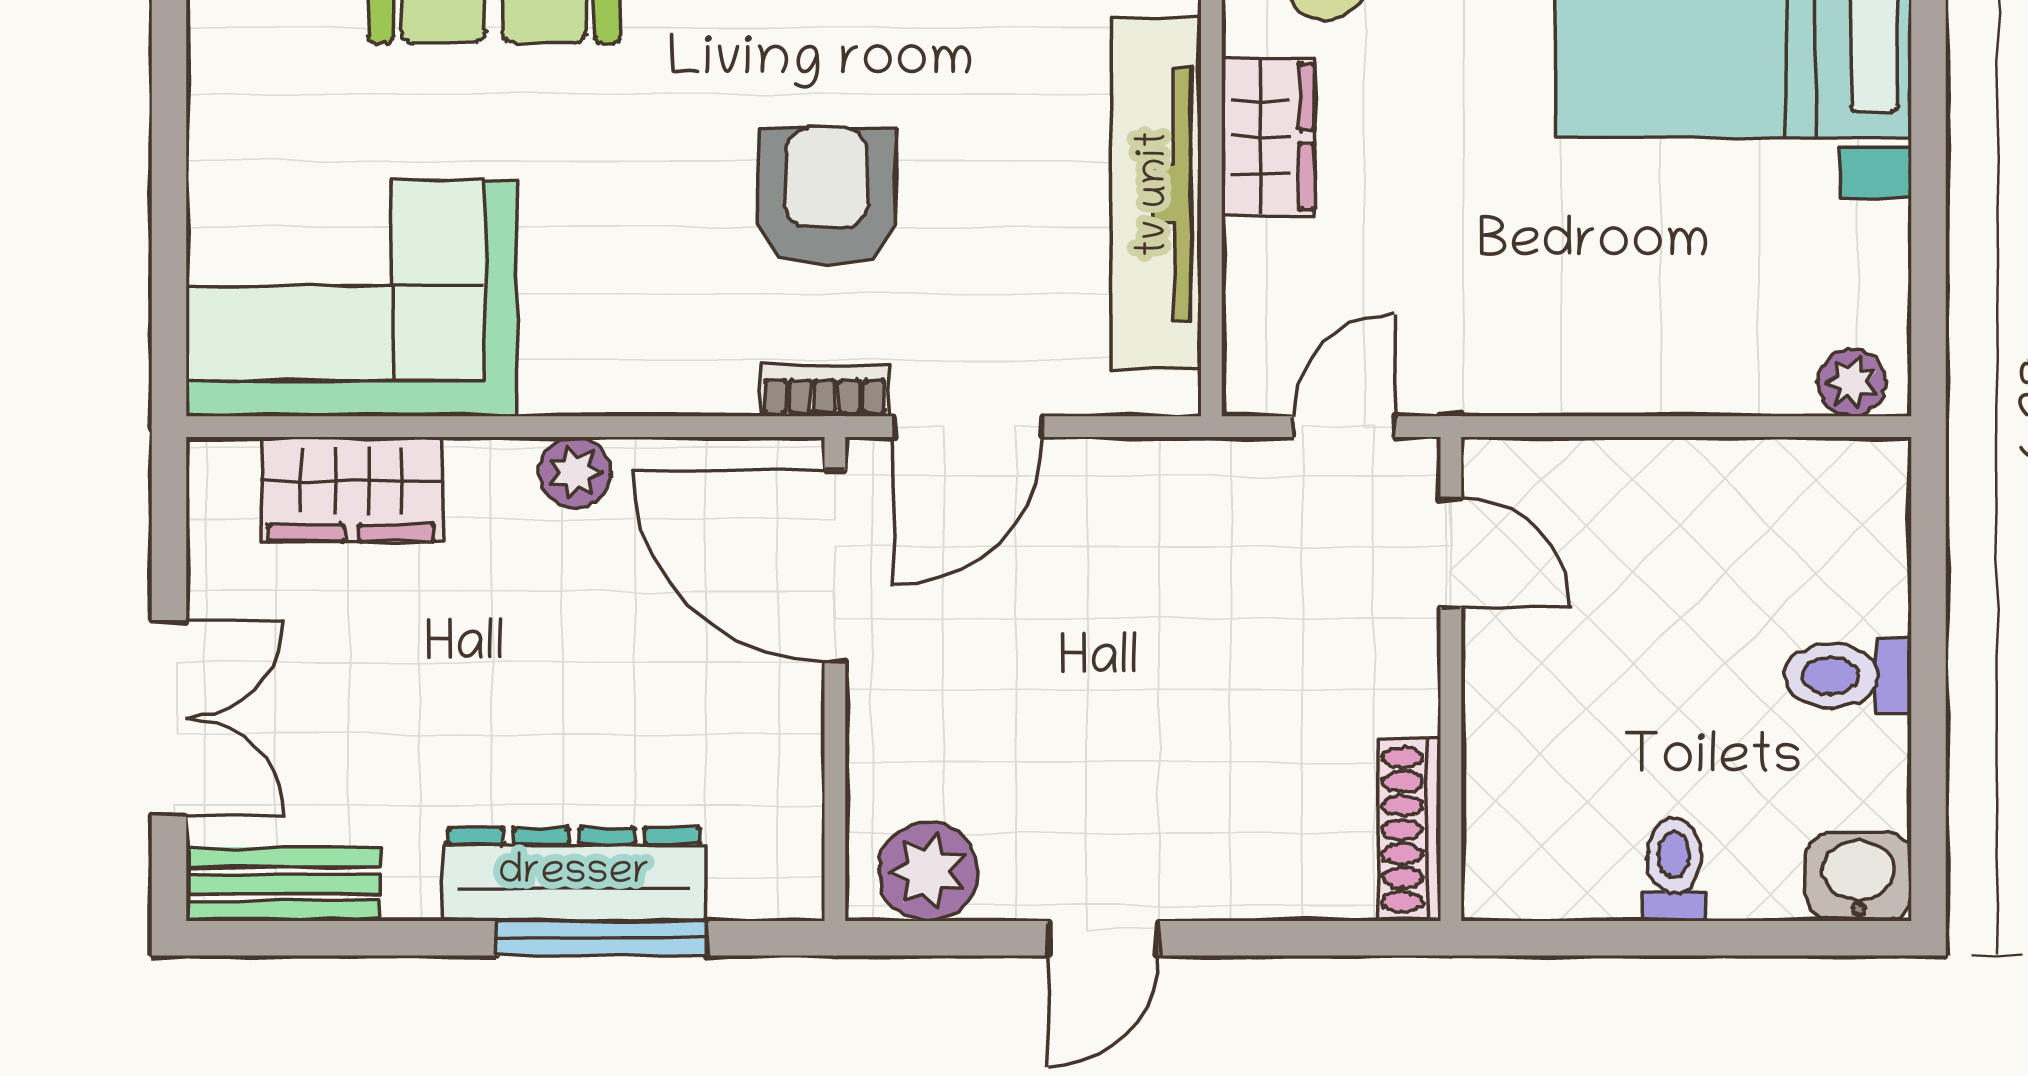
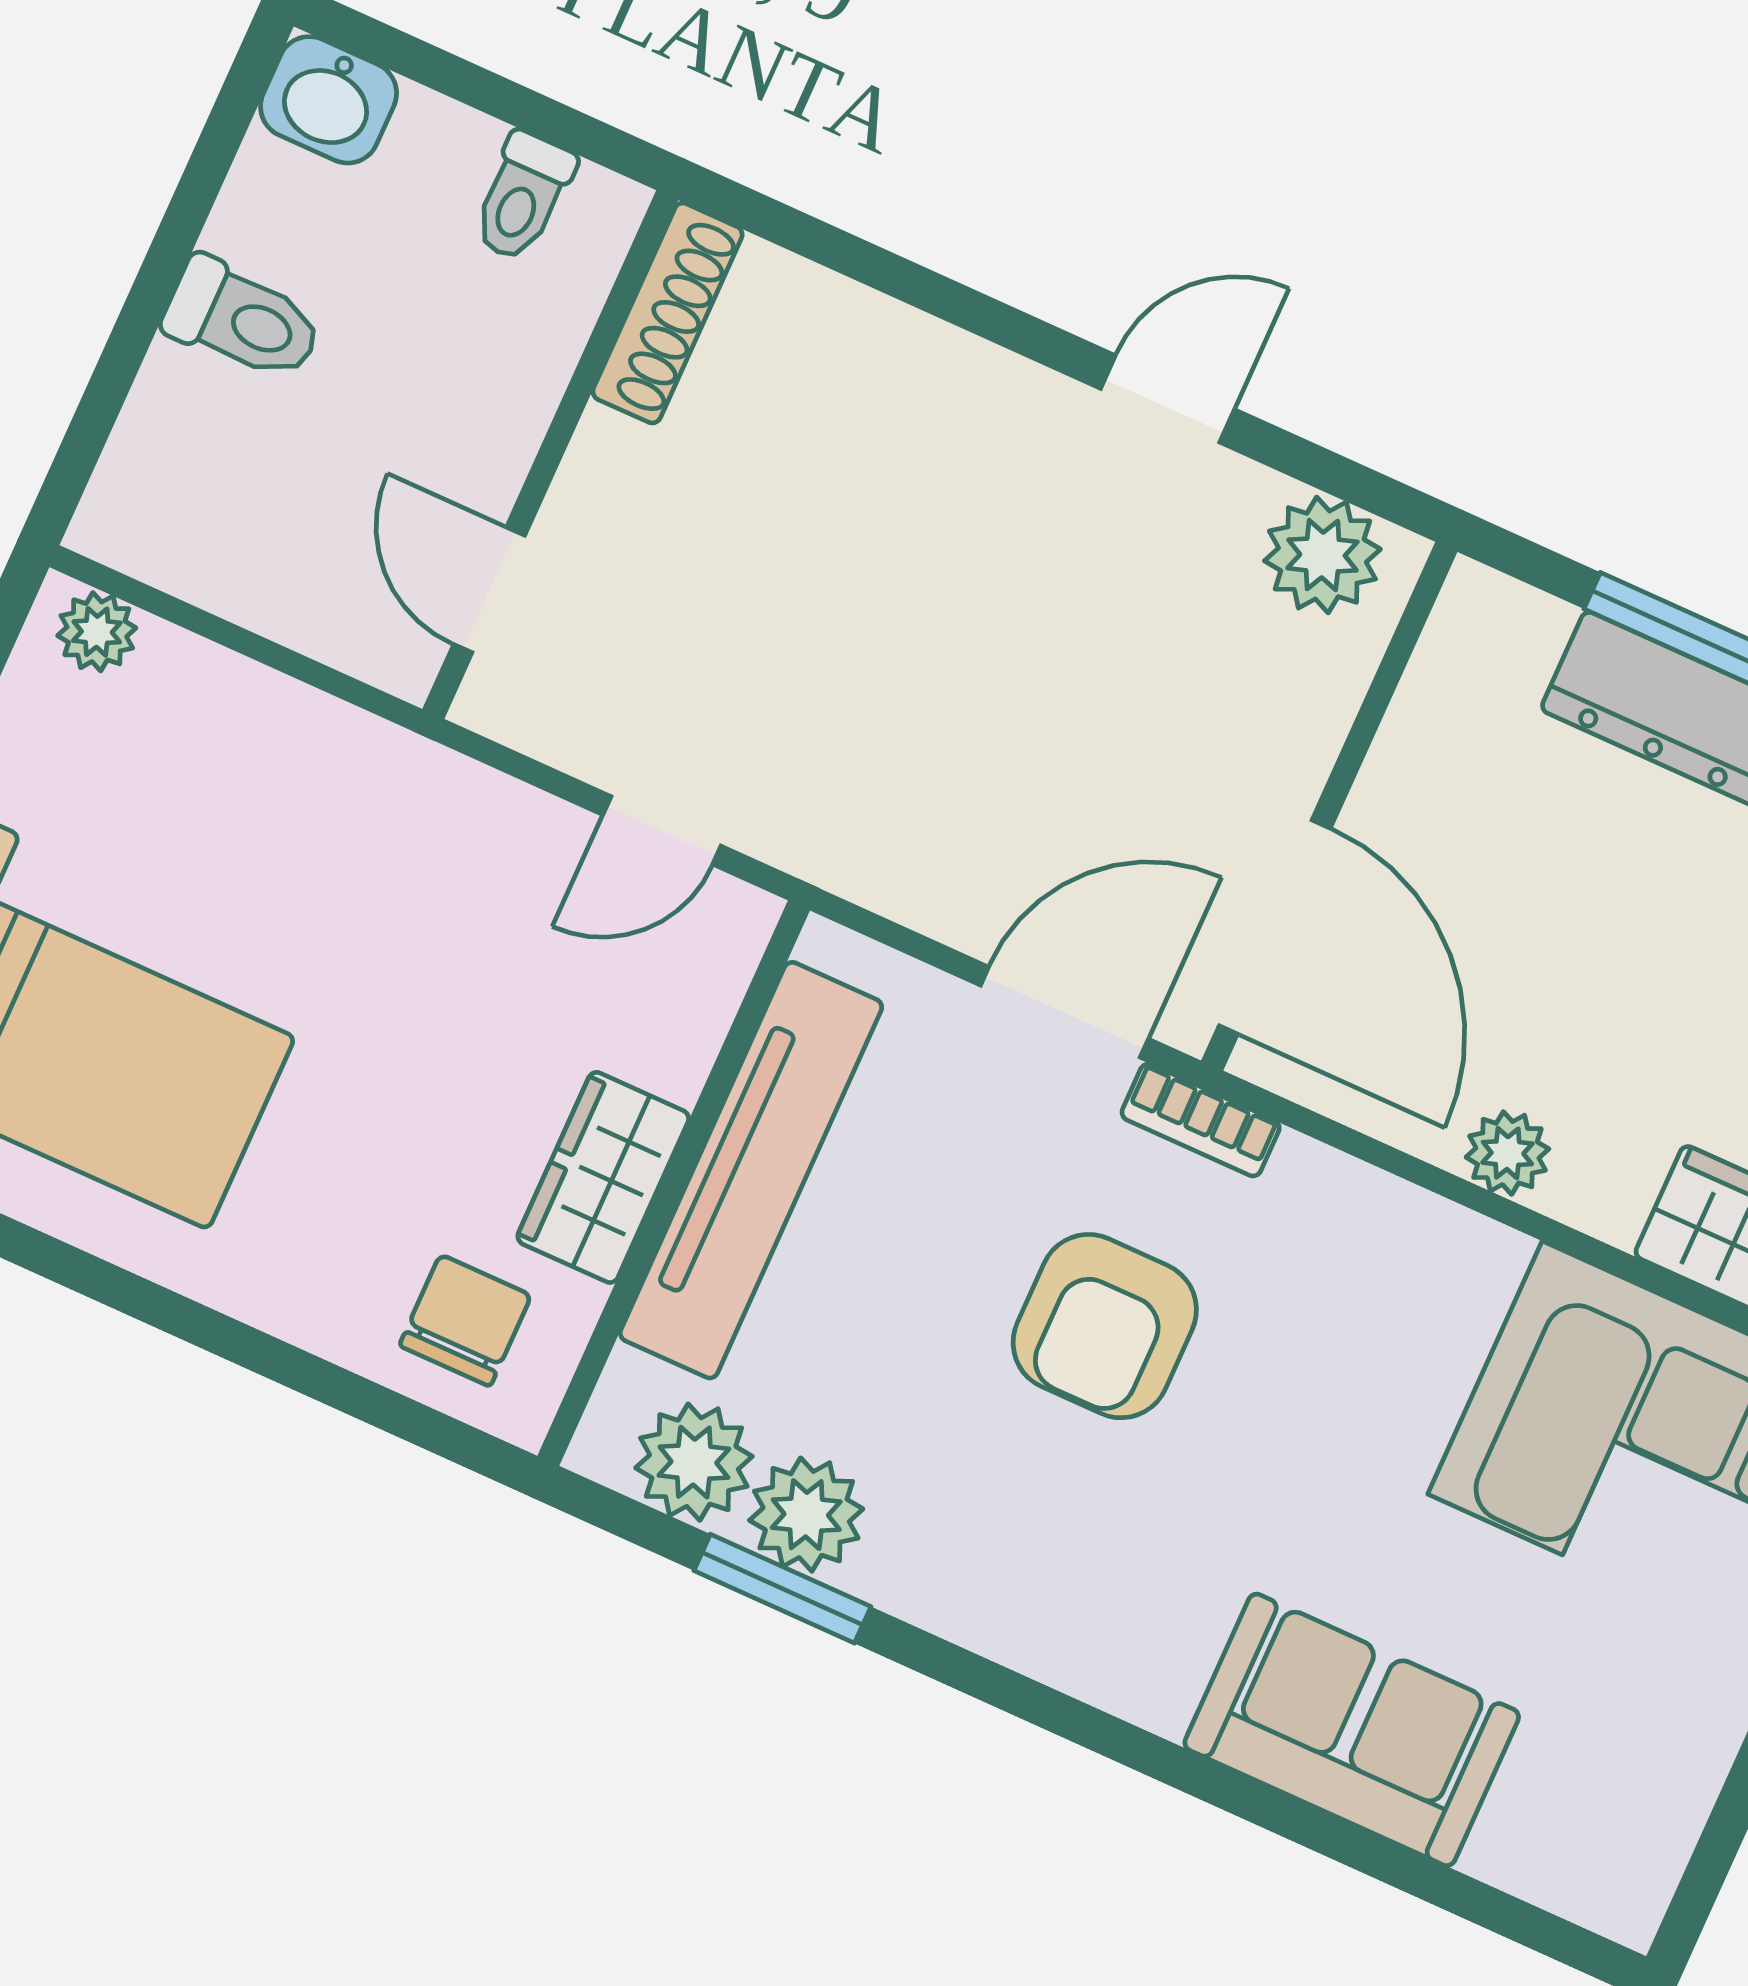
door: (1451, 553) -> (489, 590), moved
wall: (1451, 679) -> (550, 455), moved
shoe rack: (1410, 830) -> (668, 313), moved

